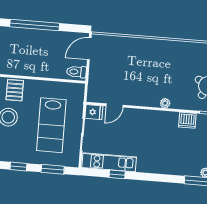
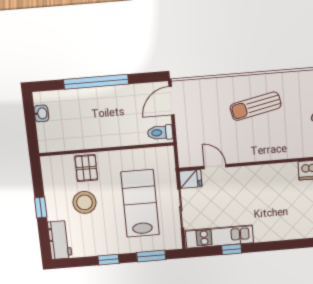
sun lounger: (153, 63) -> (256, 106), added
plant: (165, 103) -> (278, 154), removed
door: (115, 105) -> (215, 167), swing flipped
lab bench: (51, 125) -> (140, 203), turned 180

